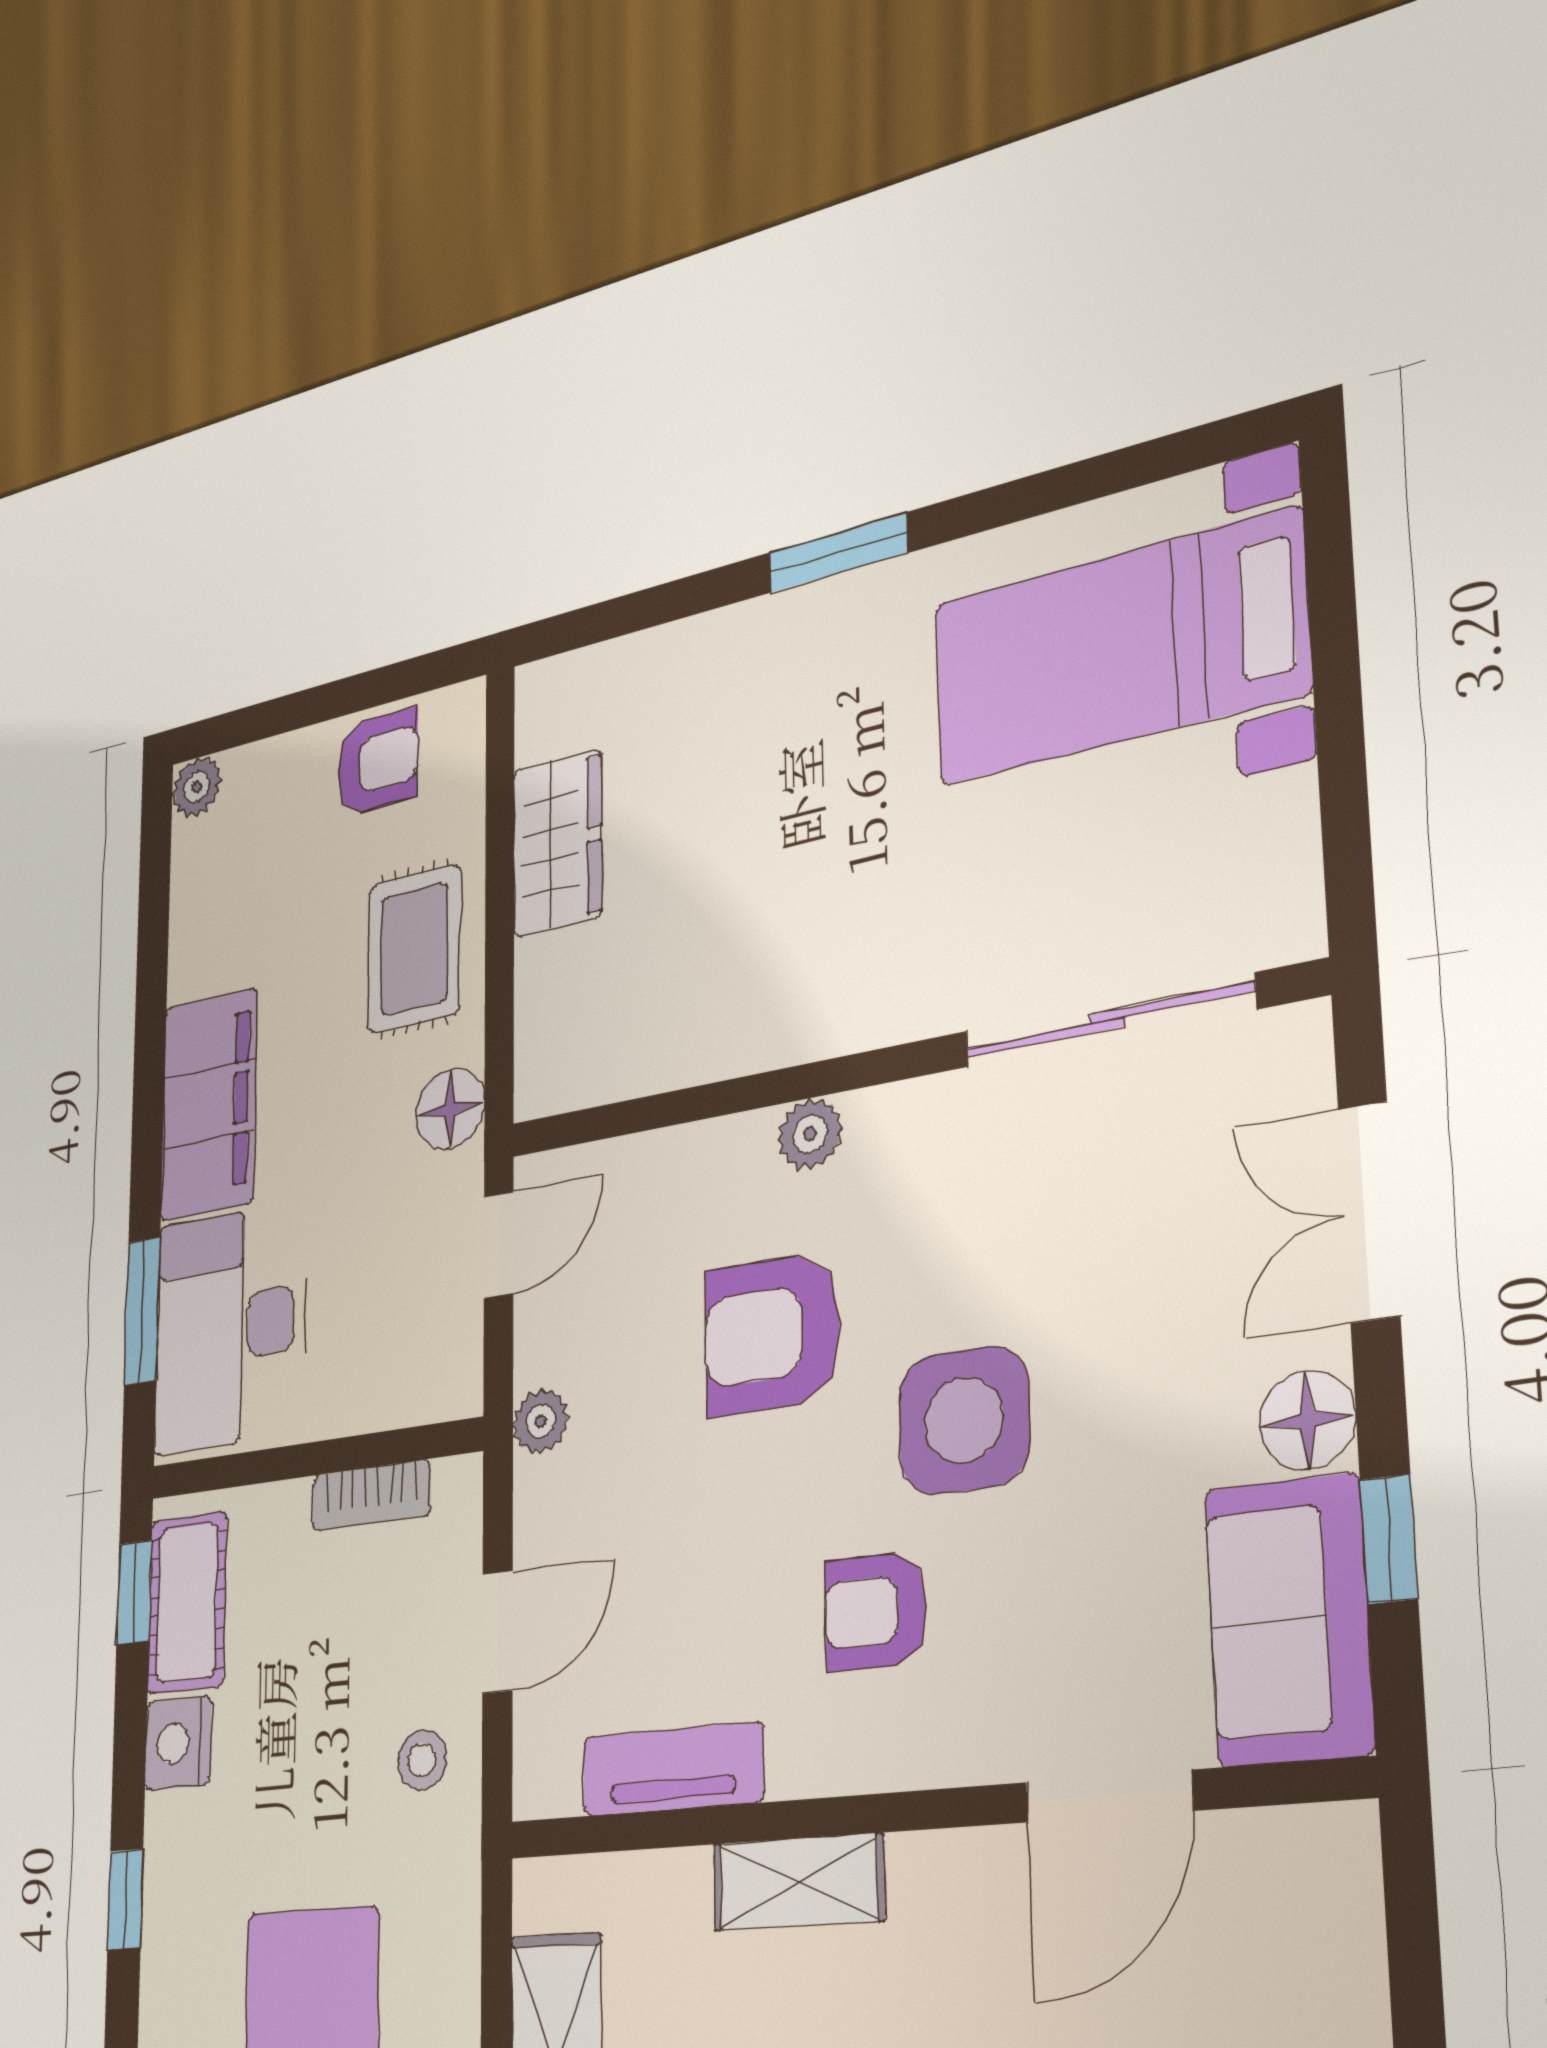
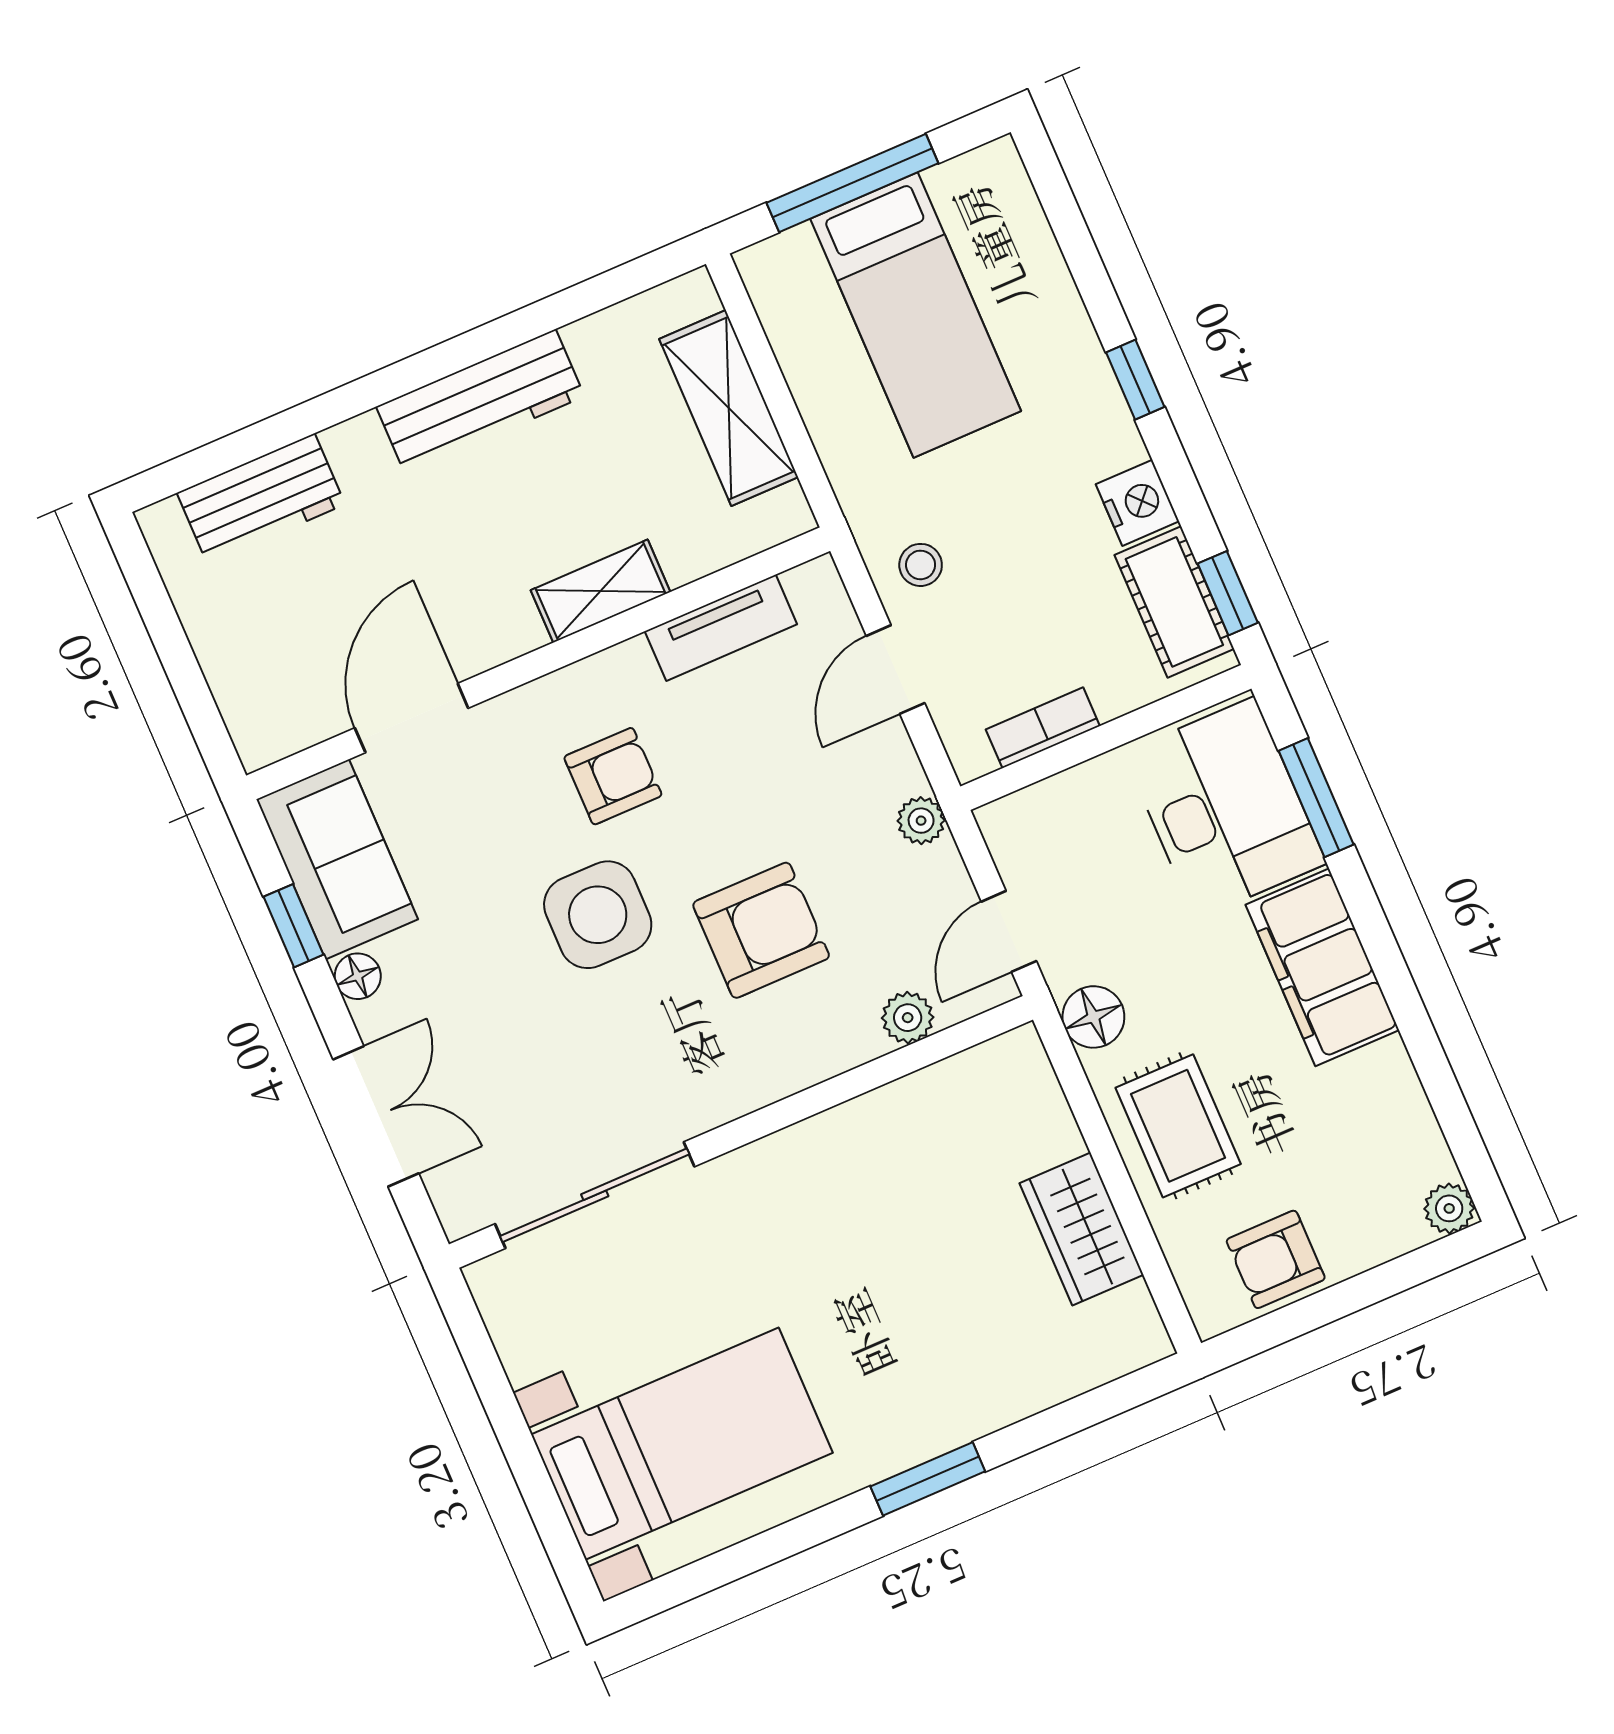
plant: (810, 1134) -> (908, 1018), moved
floor lamp: (1307, 1420) -> (358, 976), width x0.73, depth x0.73

